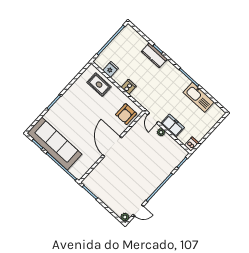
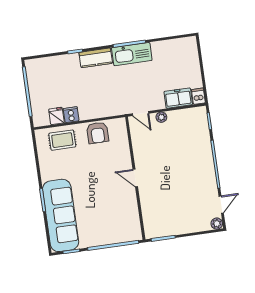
kitchen counter: (154, 55) -> (96, 58), moved
cooker: (129, 87) -> (71, 115), moved
kitchen sink: (199, 97) -> (132, 54), moved
armchair: (126, 114) -> (98, 133), moved
freezer: (173, 126) -> (178, 98), moved
sofa: (54, 144) -> (61, 215), moved, turned 90
door: (112, 146) -> (135, 178), width x0.53

